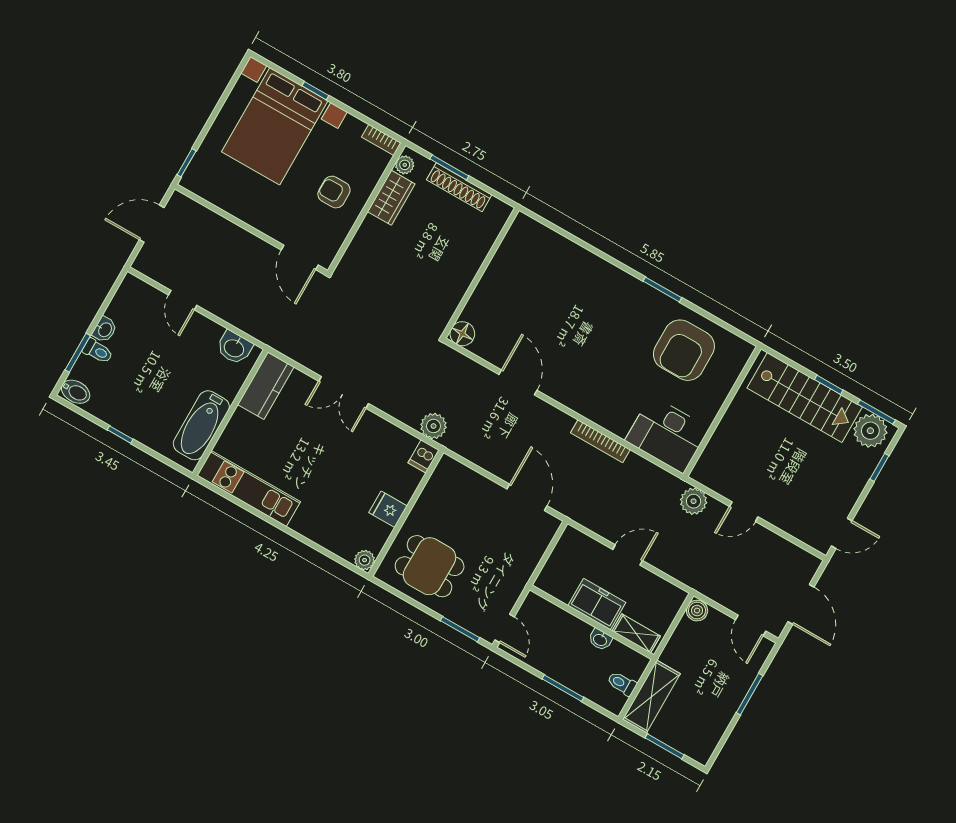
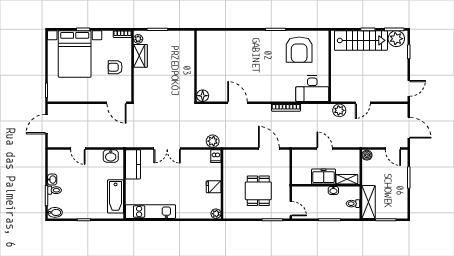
shoe rack: (459, 187) -> (166, 35), removed
door: (628, 555) -> (325, 149), hinge flipped
dining table: (430, 566) -> (258, 191), moved, turned 90

